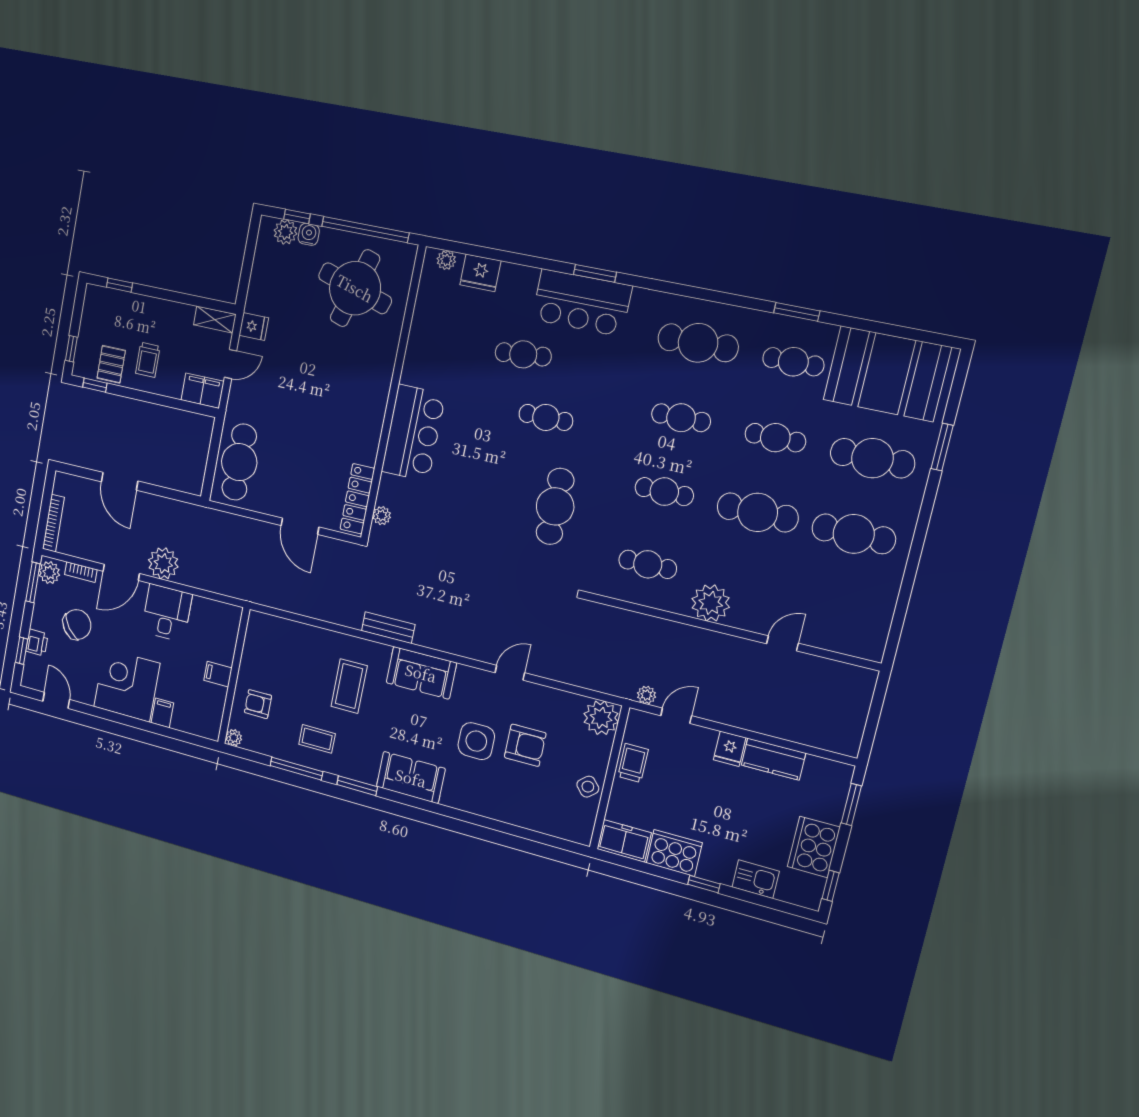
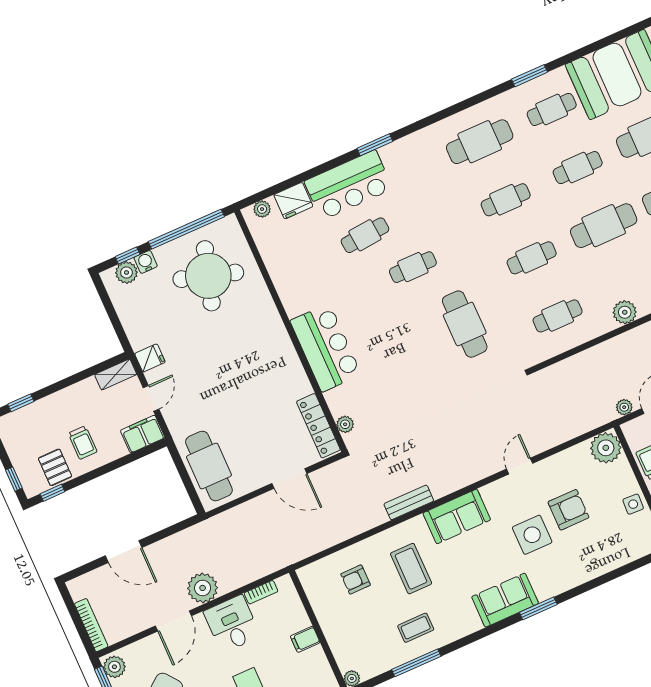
bar counter: (582, 303) -> (348, 185), moved
bookcase: (81, 572) -> (261, 592), moved
plant: (711, 603) -> (625, 312), width x0.73, depth x0.73
armchair: (258, 704) -> (356, 579), moved
window: (357, 786) -> (538, 608), moved
side table: (588, 787) -> (633, 504), turned 45

